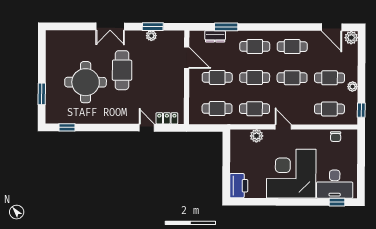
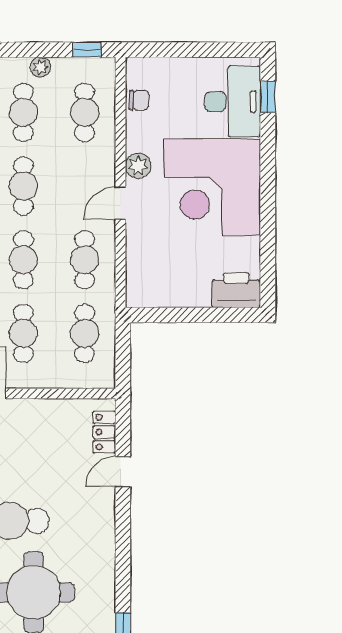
plant: (257, 136) -> (138, 166), moved

